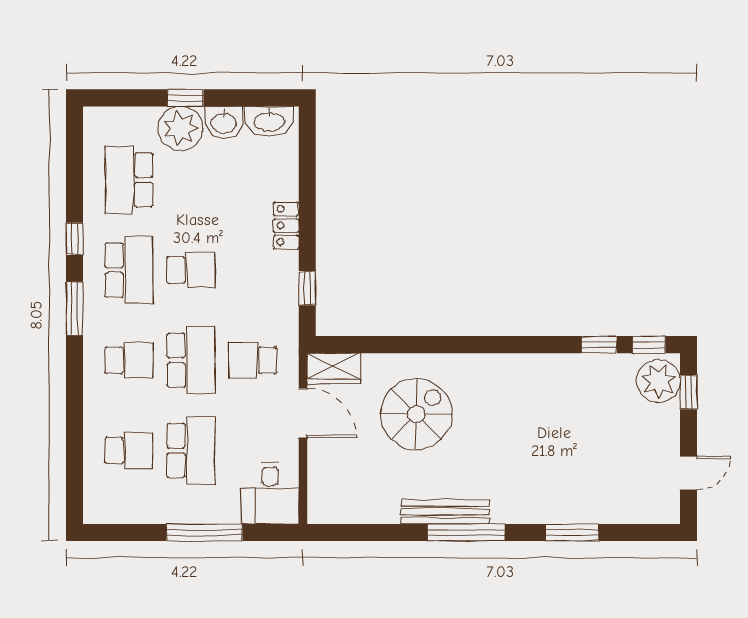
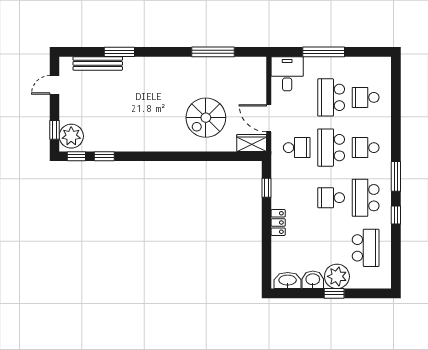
bench: (445, 512) -> (98, 63), moved
window: (466, 532) -> (213, 52), moved

